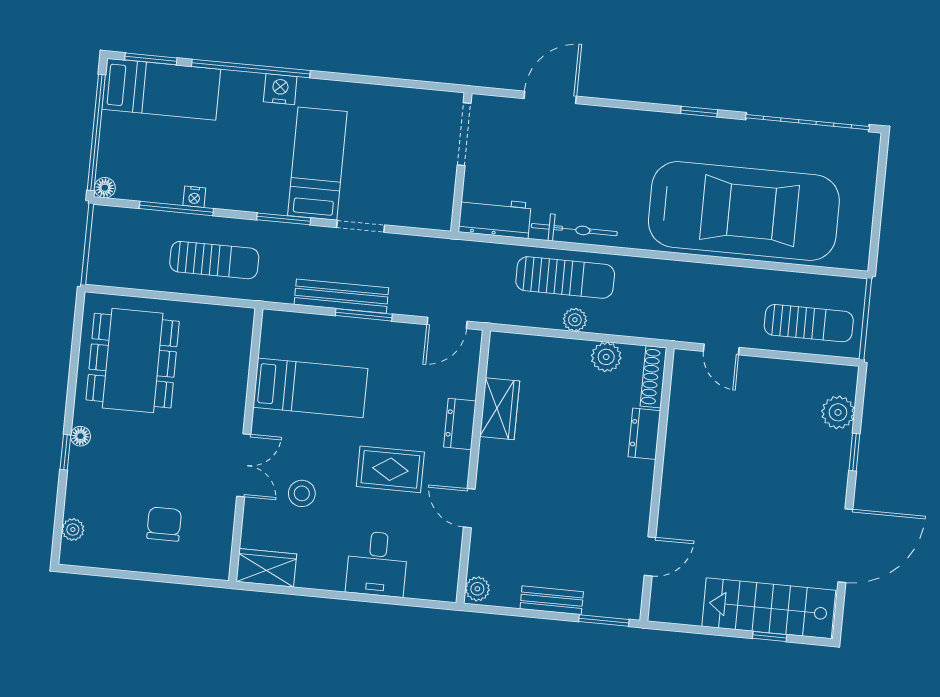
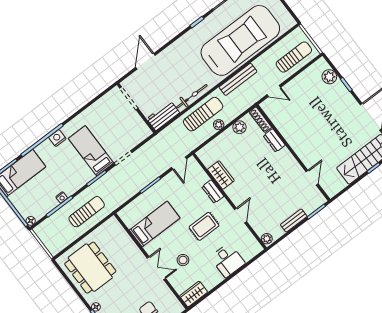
bench: (341, 296) -> (238, 79), moved
door: (469, 508) -> (240, 215), swing flipped

